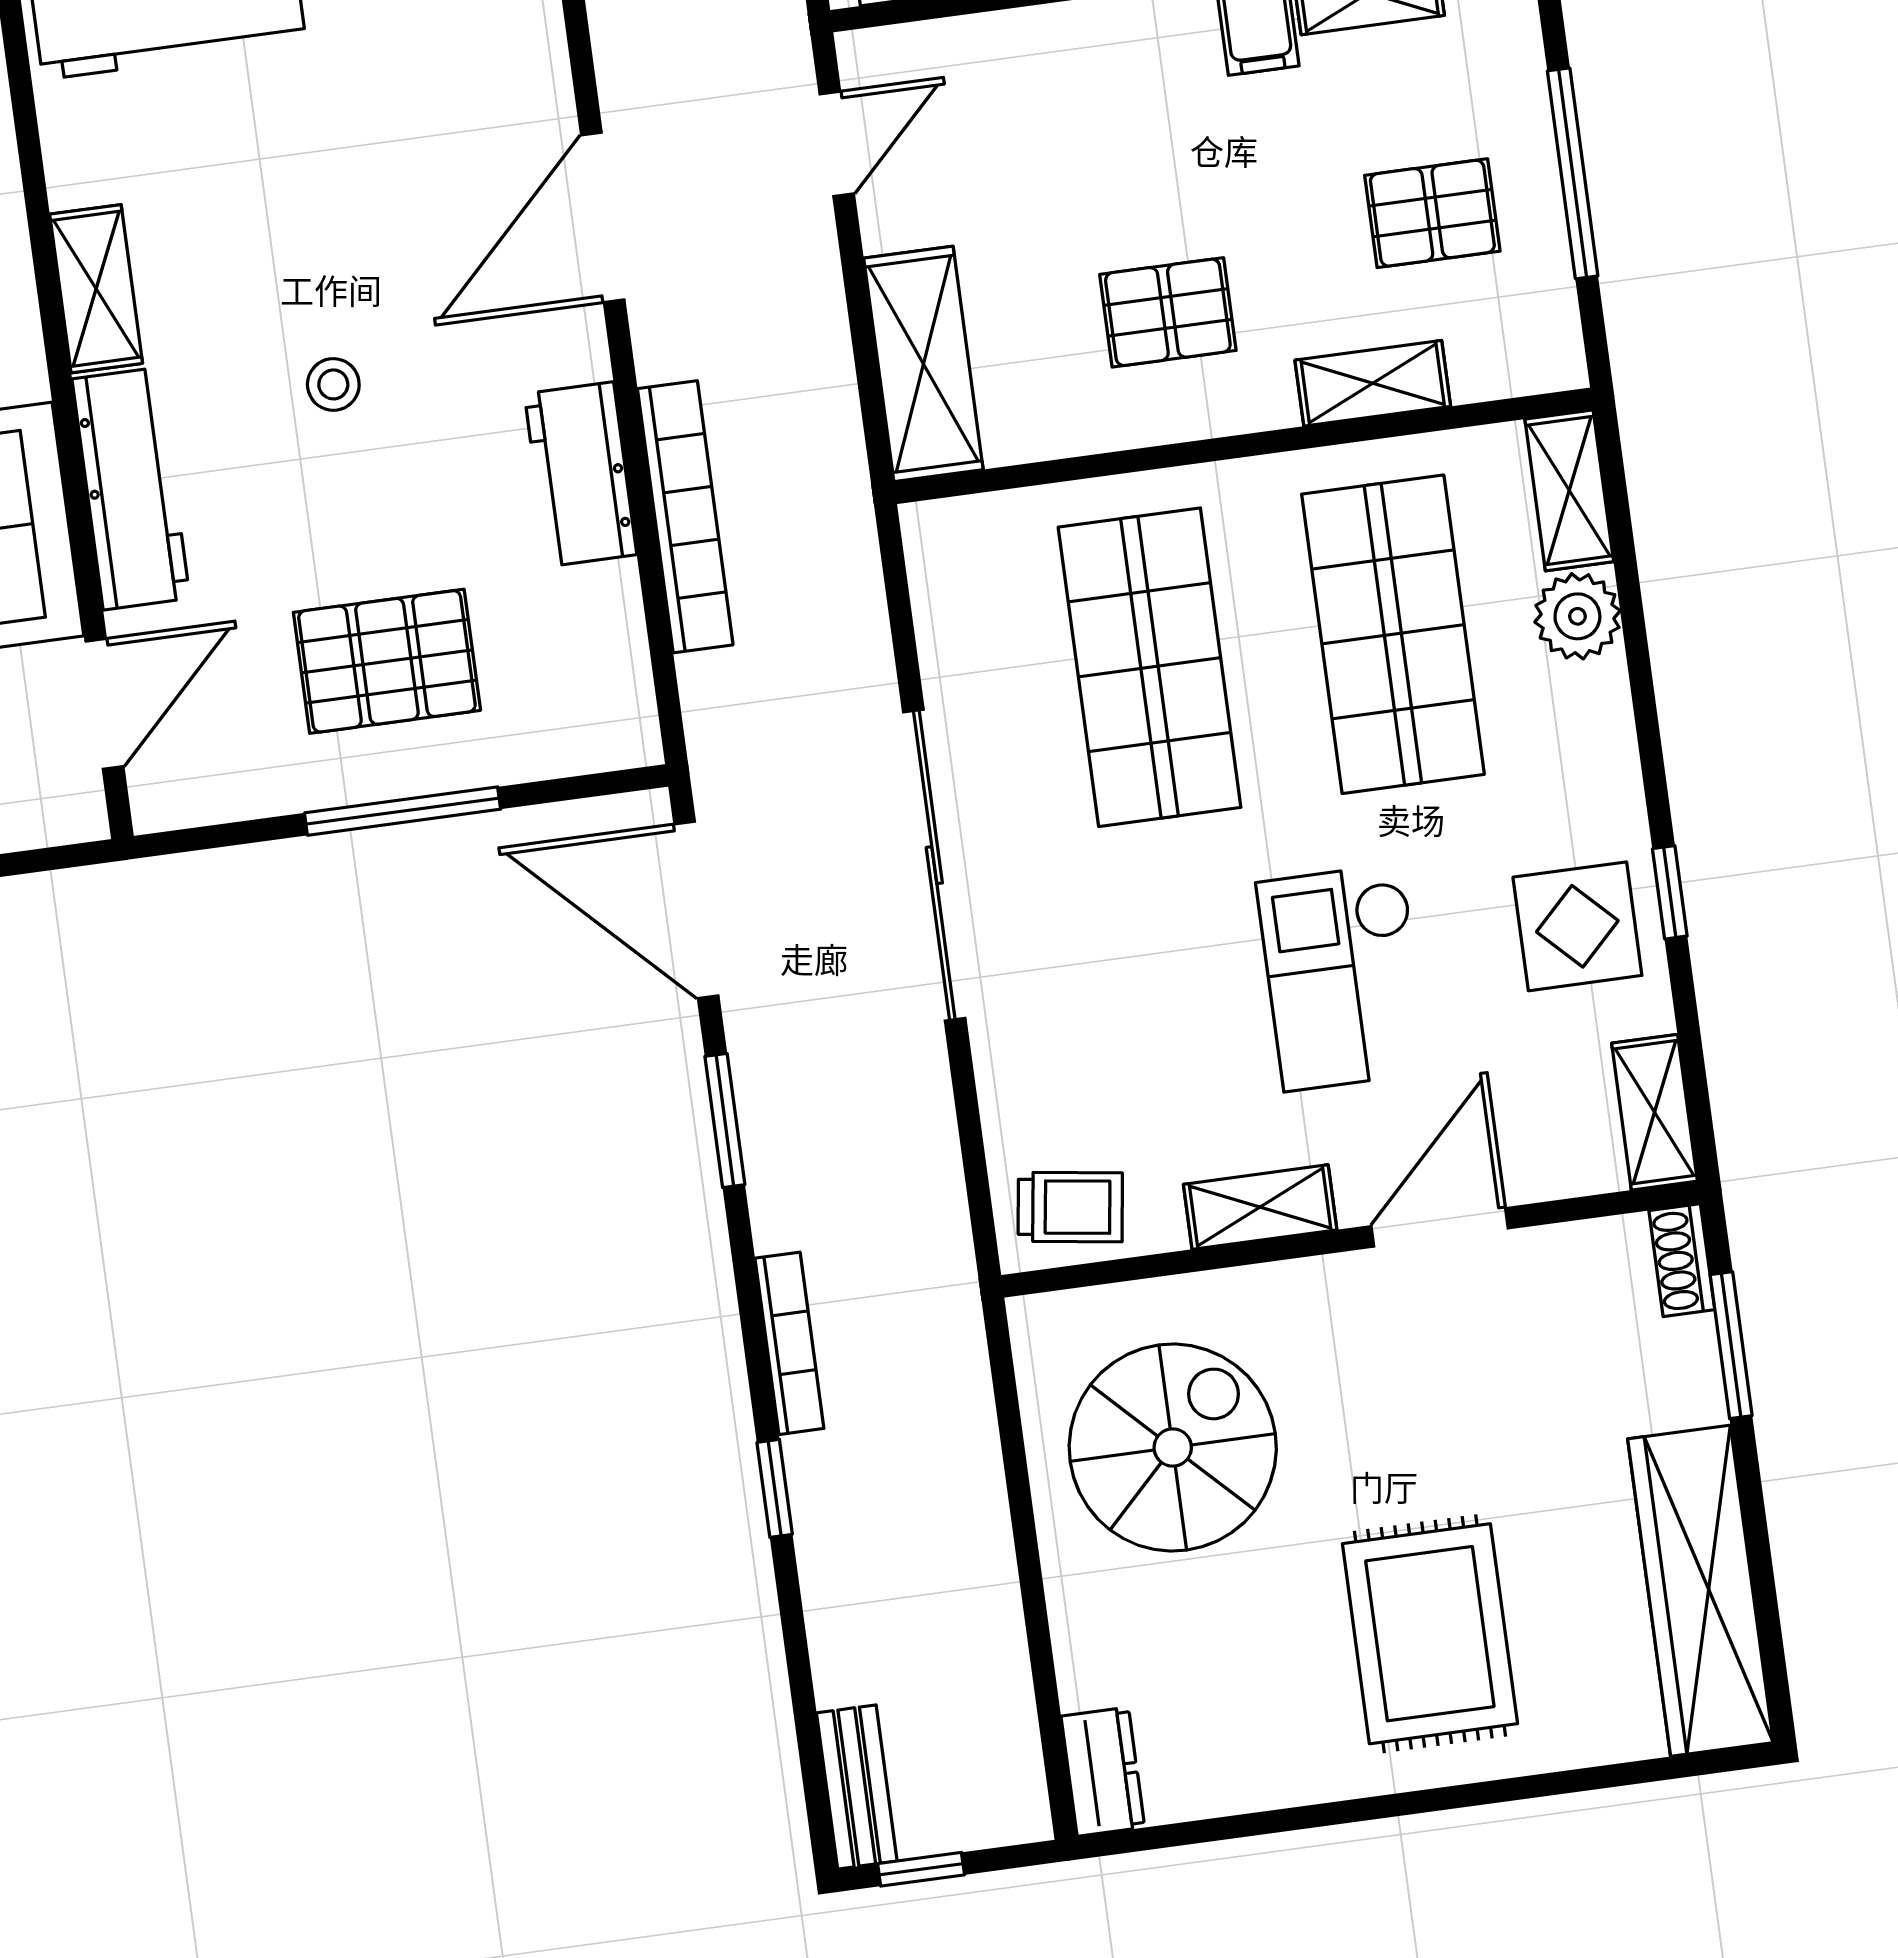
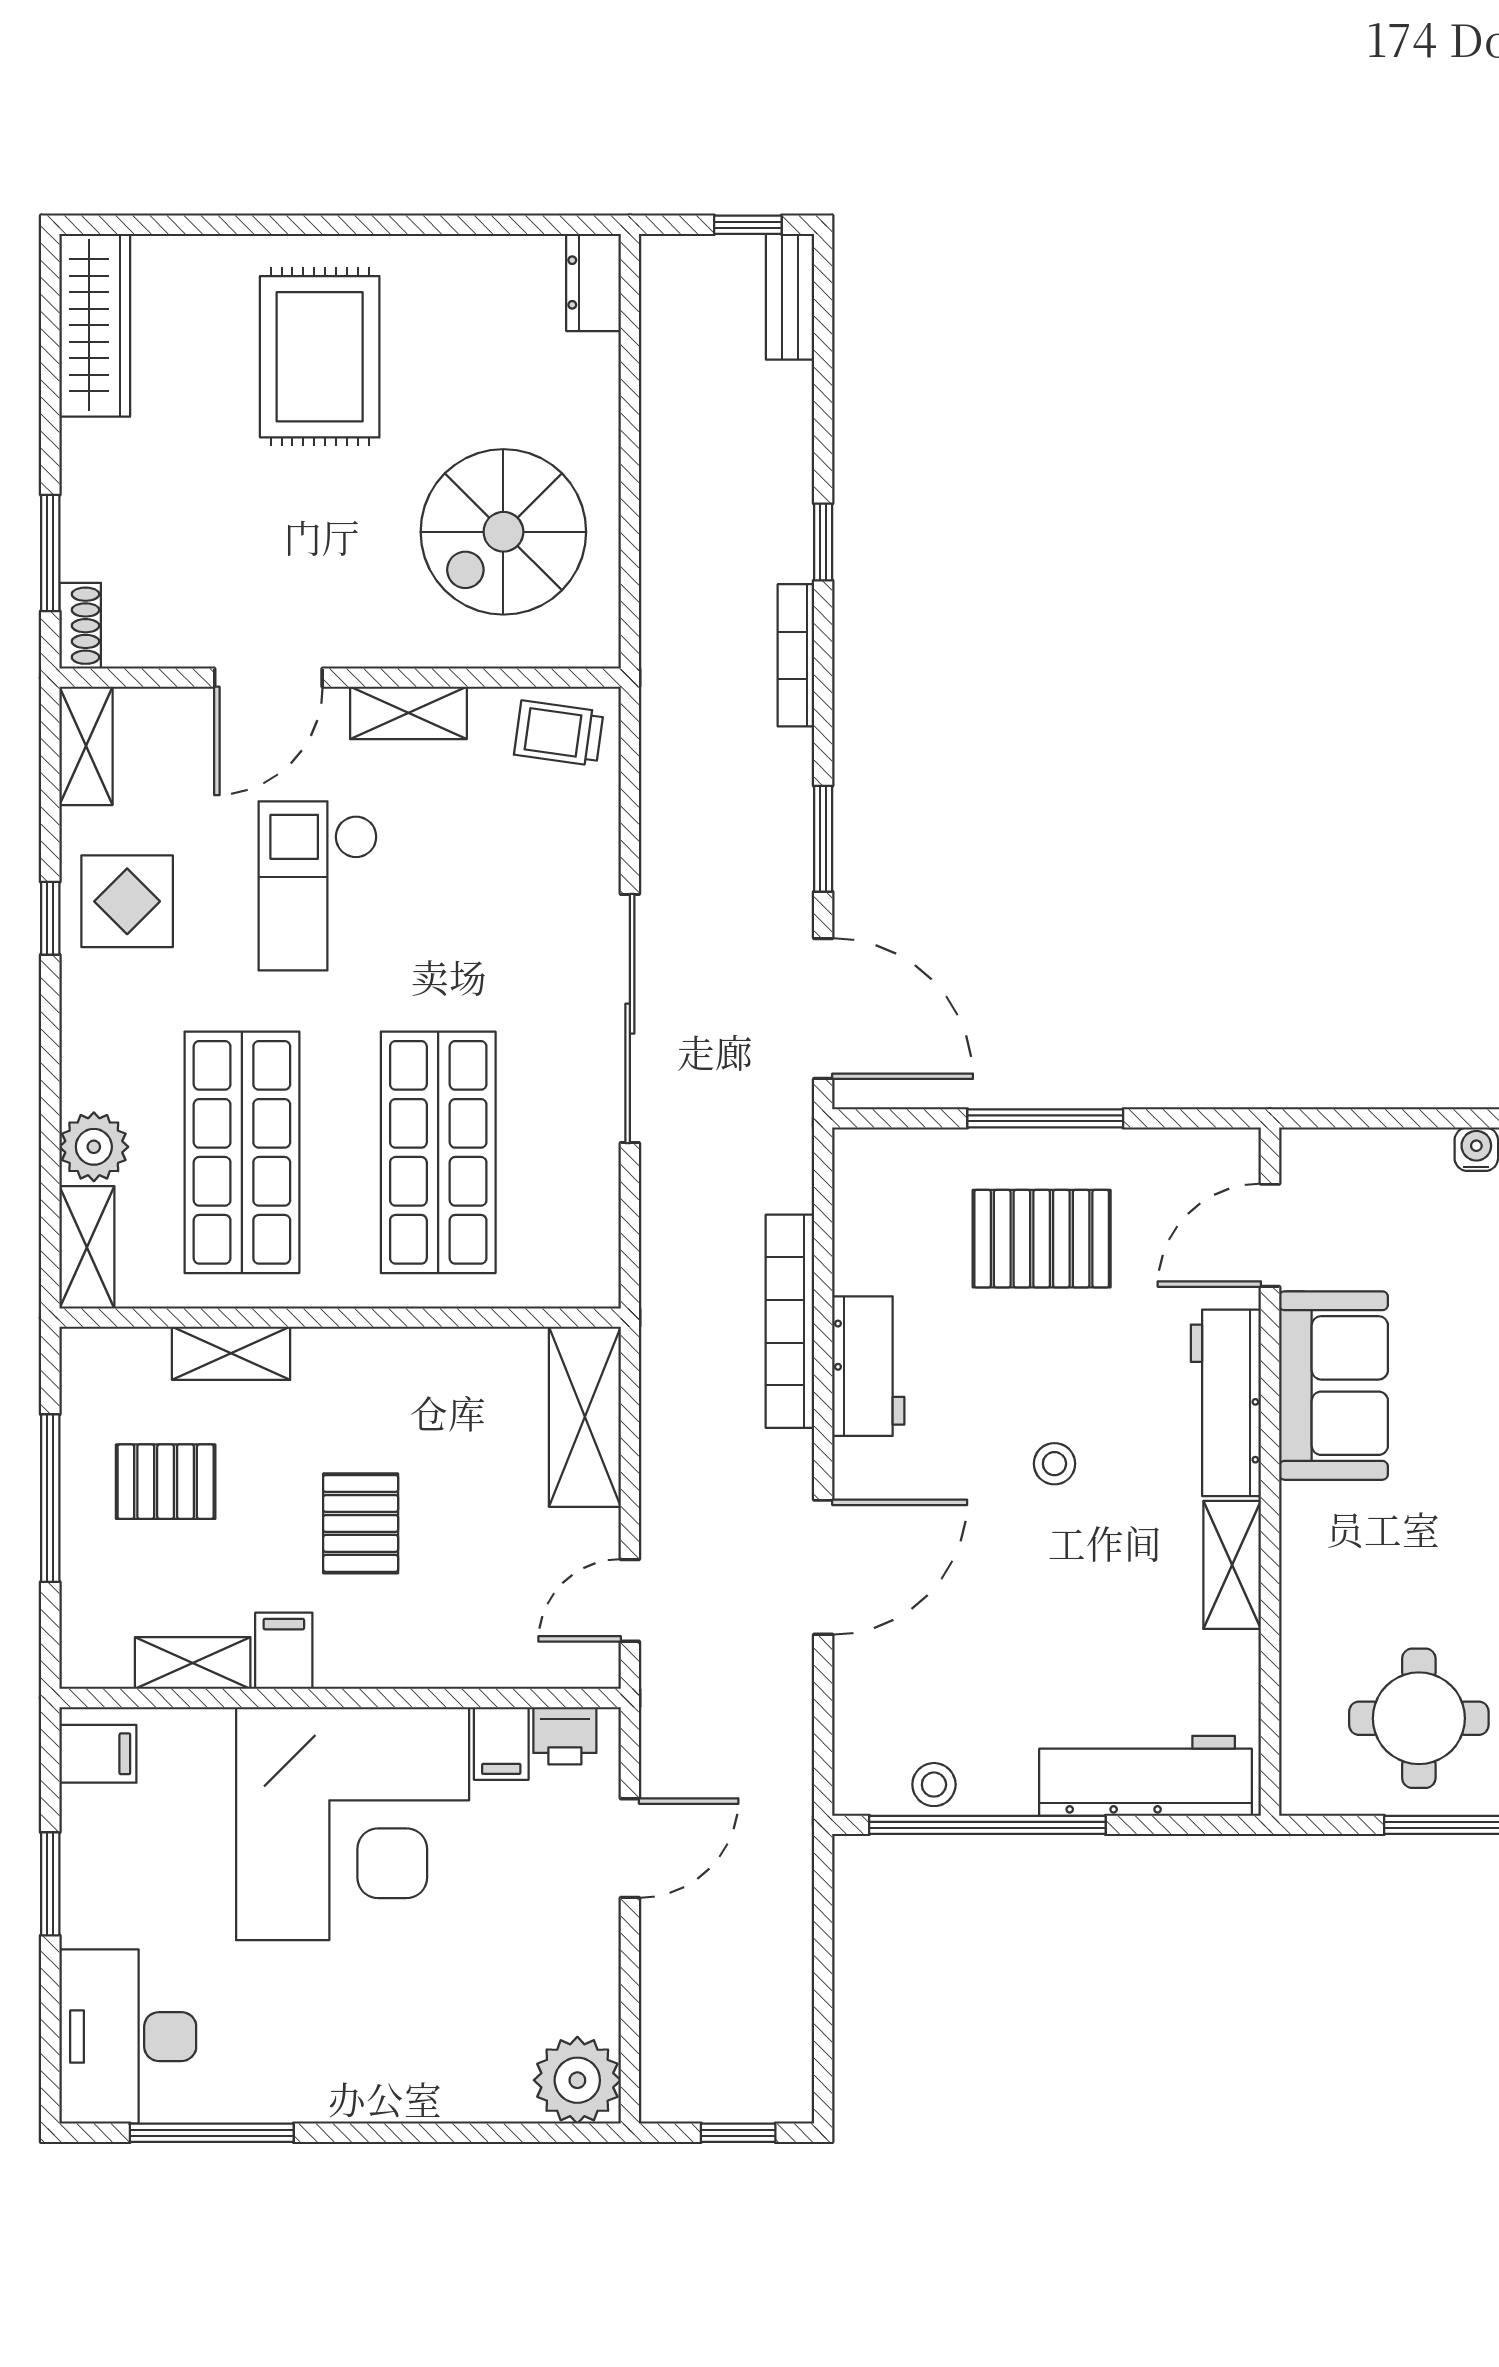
pallet: (1168, 312) -> (361, 1523), moved, turned 90
checkout: (1343, 977) -> (318, 886), turned 180
wardrobe: (1700, 1591) -> (95, 325), width x0.71, depth x0.85

